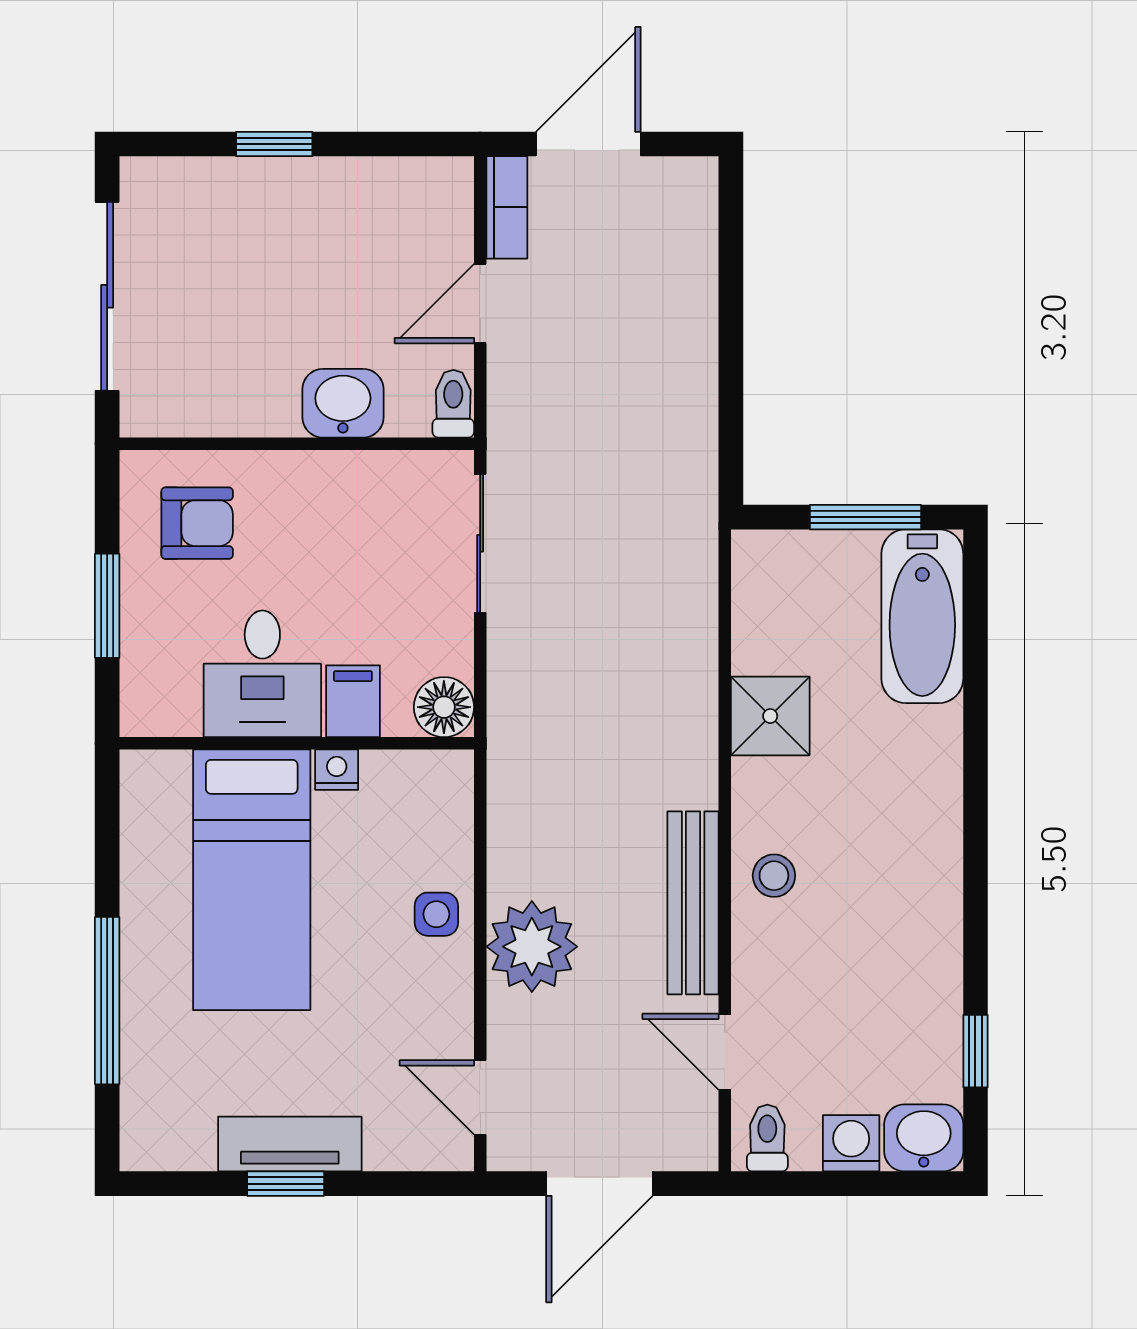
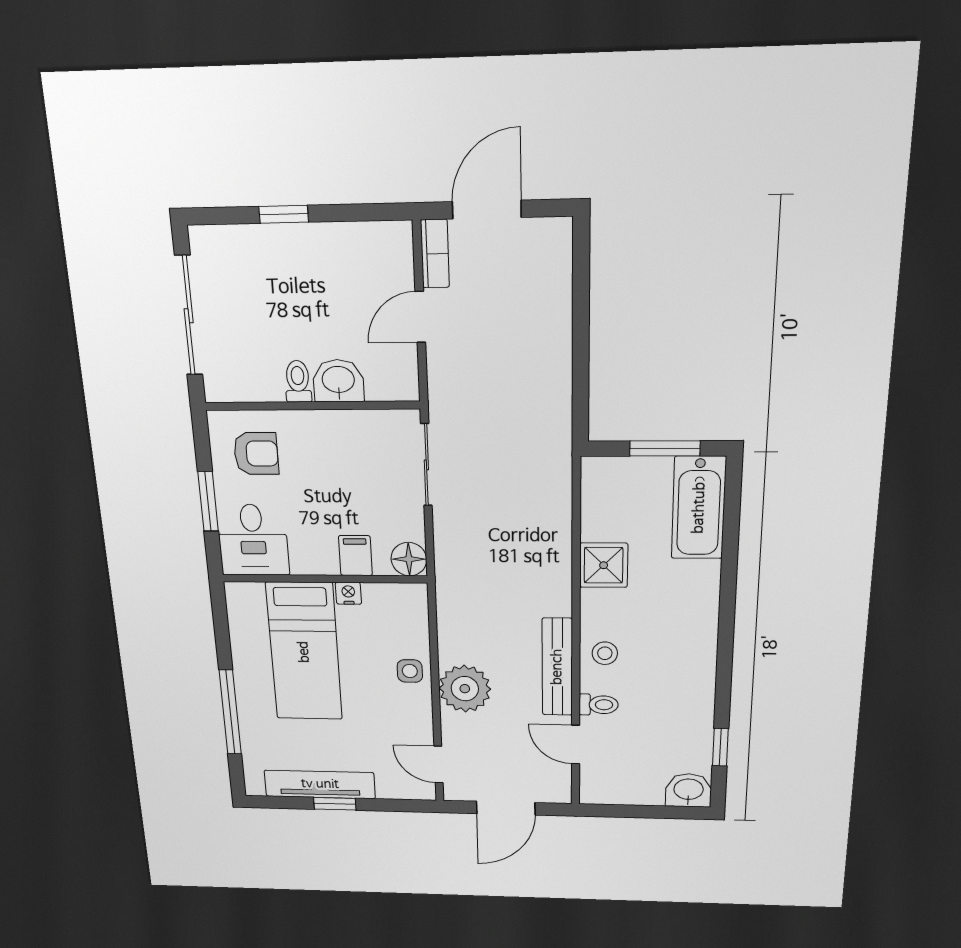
toilet: (453, 404) -> (298, 381), moved
desk: (262, 674) -> (253, 540), moved
toilet: (767, 1138) -> (599, 705), moved, turned 90
washing machine: (851, 1143) -> (647, 792), removed
tv unit: (290, 1144) -> (320, 784), width x1.41

